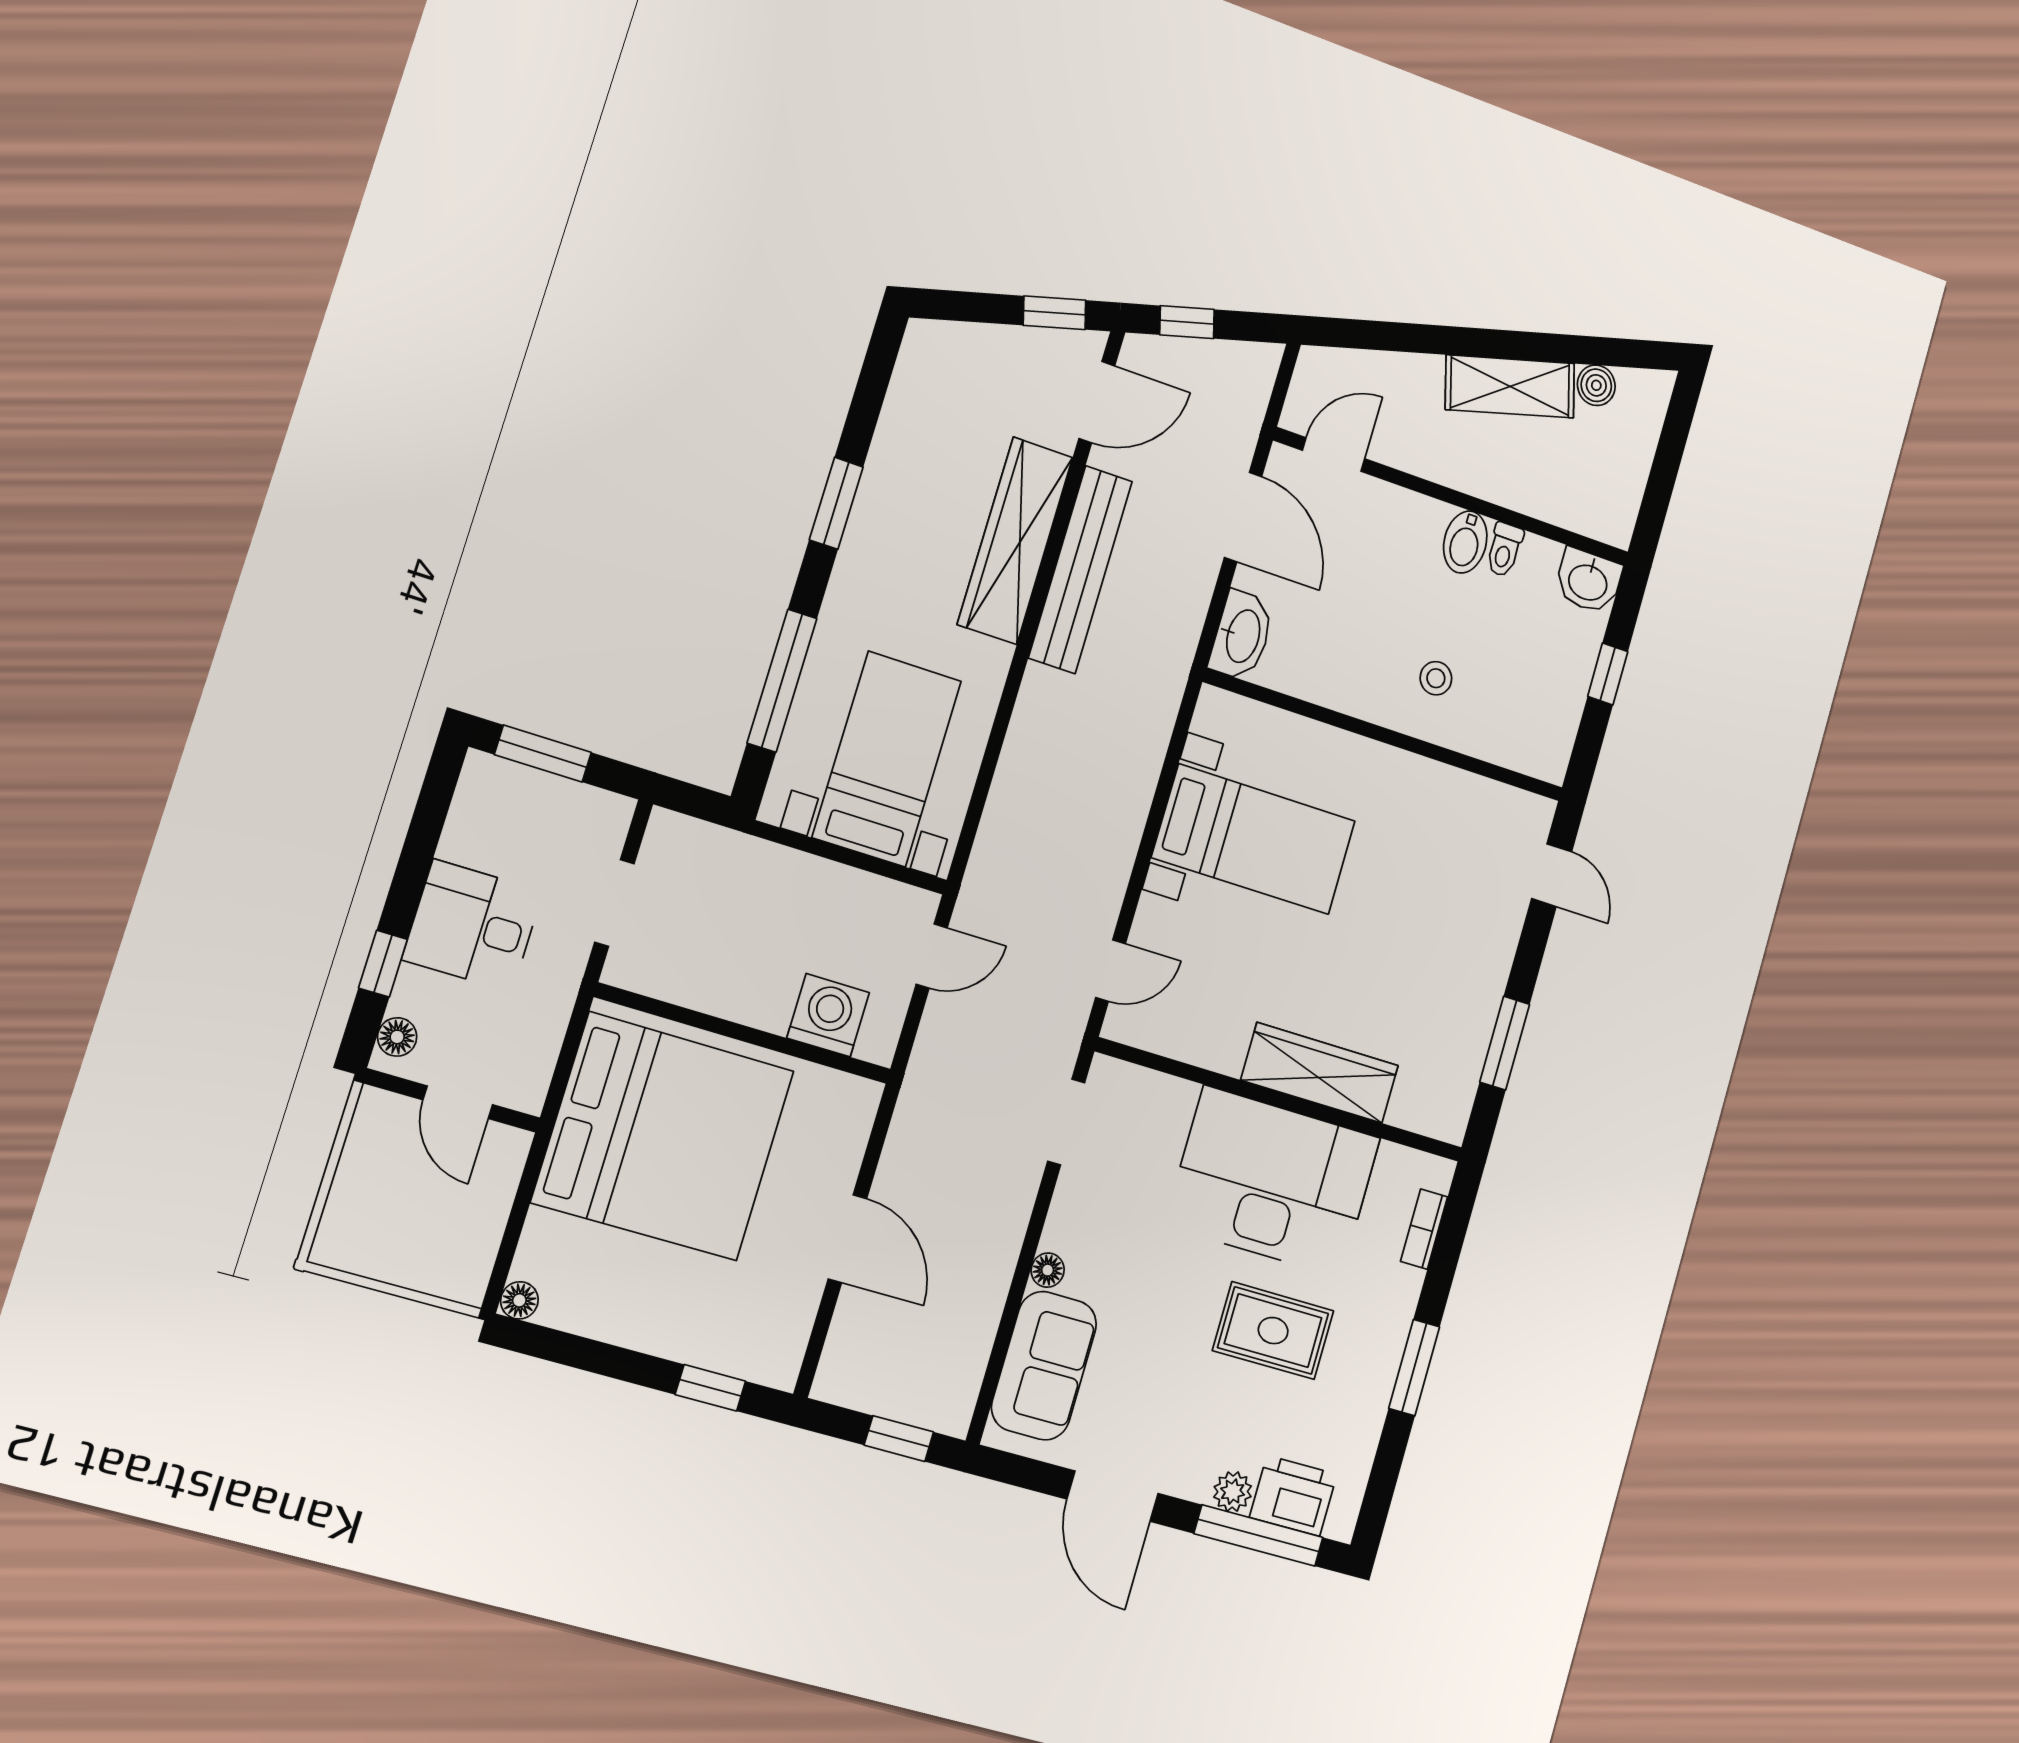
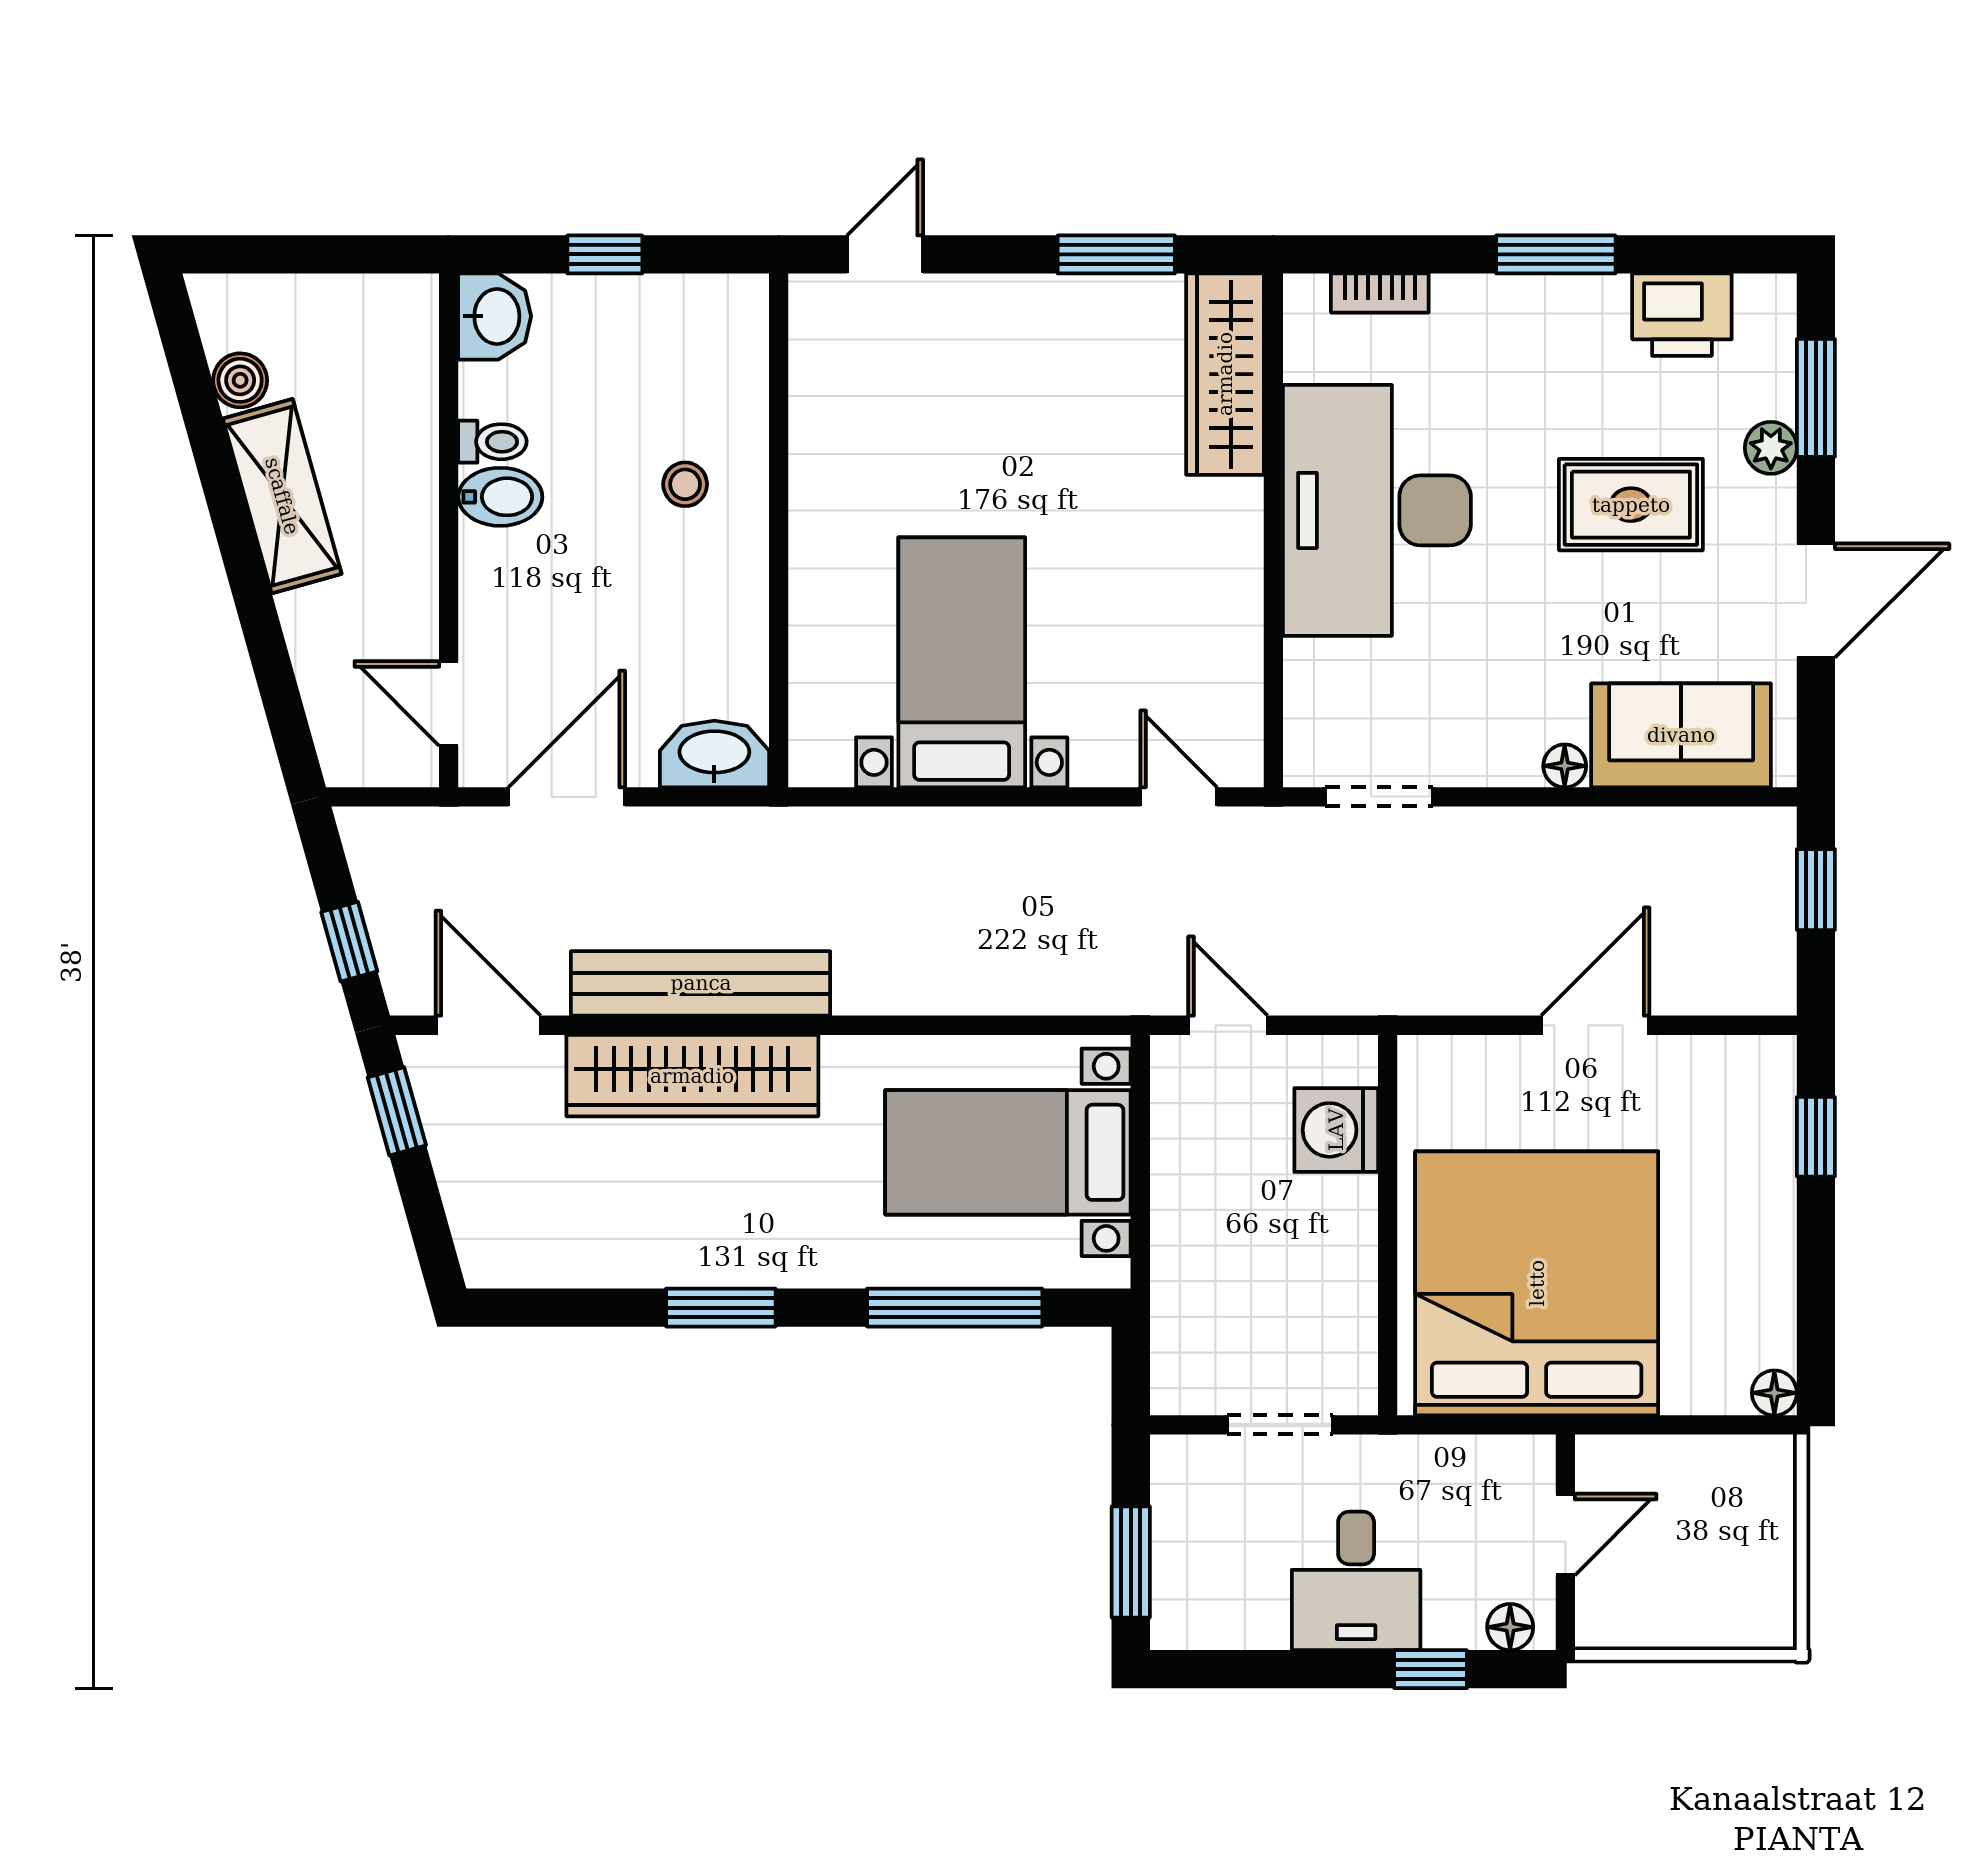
wardrobe: (1320, 1073) -> (1225, 374), moved
rug: (1273, 1331) -> (1631, 505), moved, turned 90
printer: (1293, 1496) -> (1682, 315), moved, turned -90
window: (1259, 1535) -> (1816, 398), width x0.69

